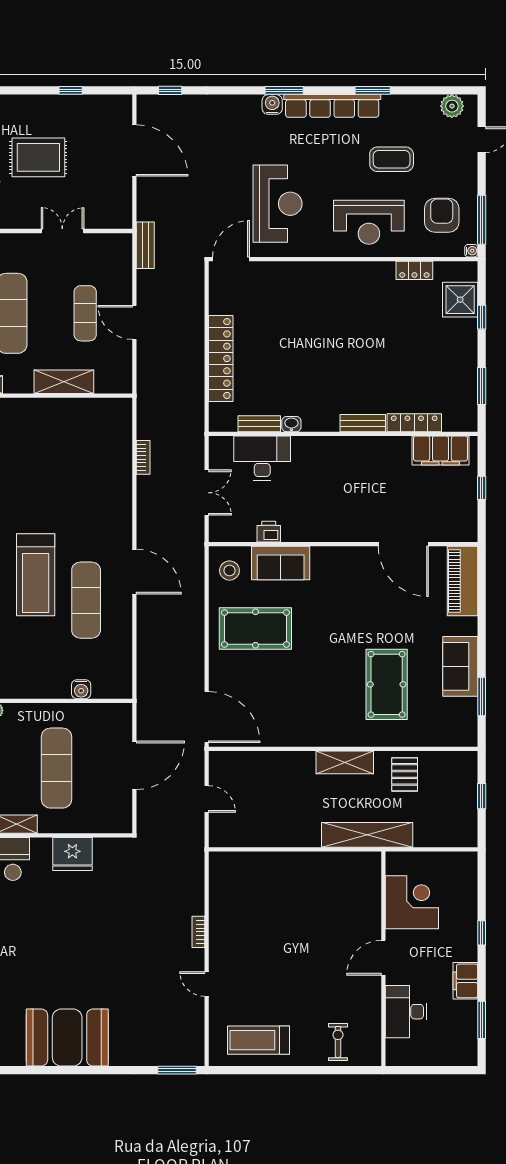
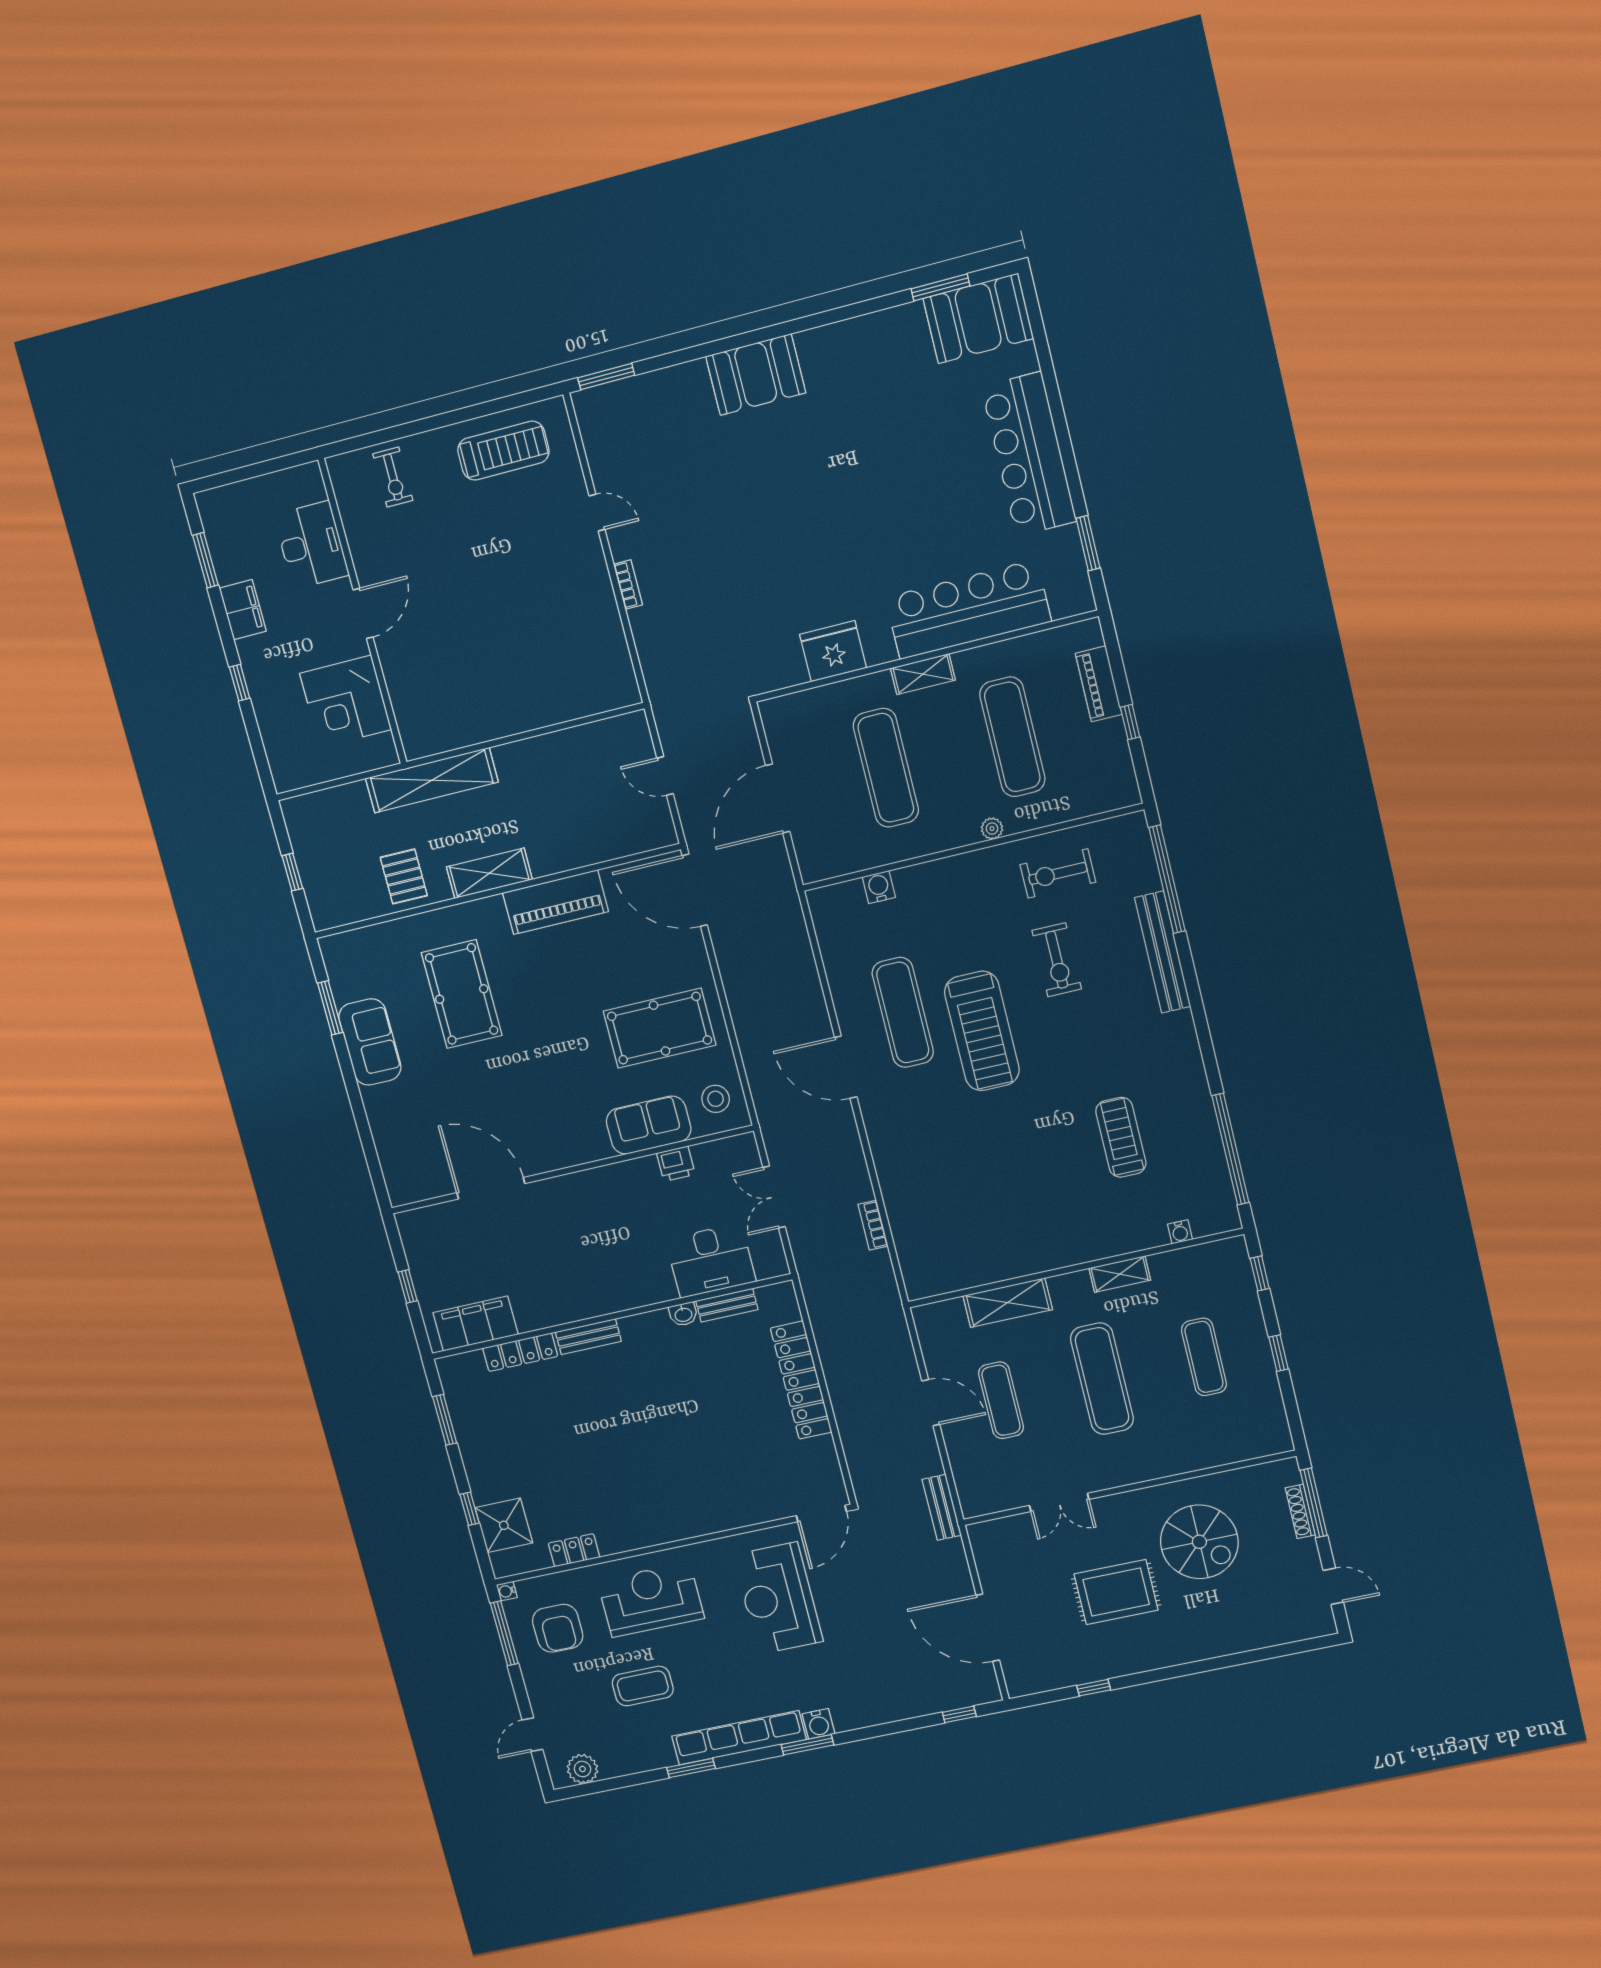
treadmill: (36, 575) -> (982, 1031), turned 180
piano: (462, 581) -> (555, 902), moved, turned 90
booth: (67, 1038) -> (756, 375), width x0.73, depth x0.70

